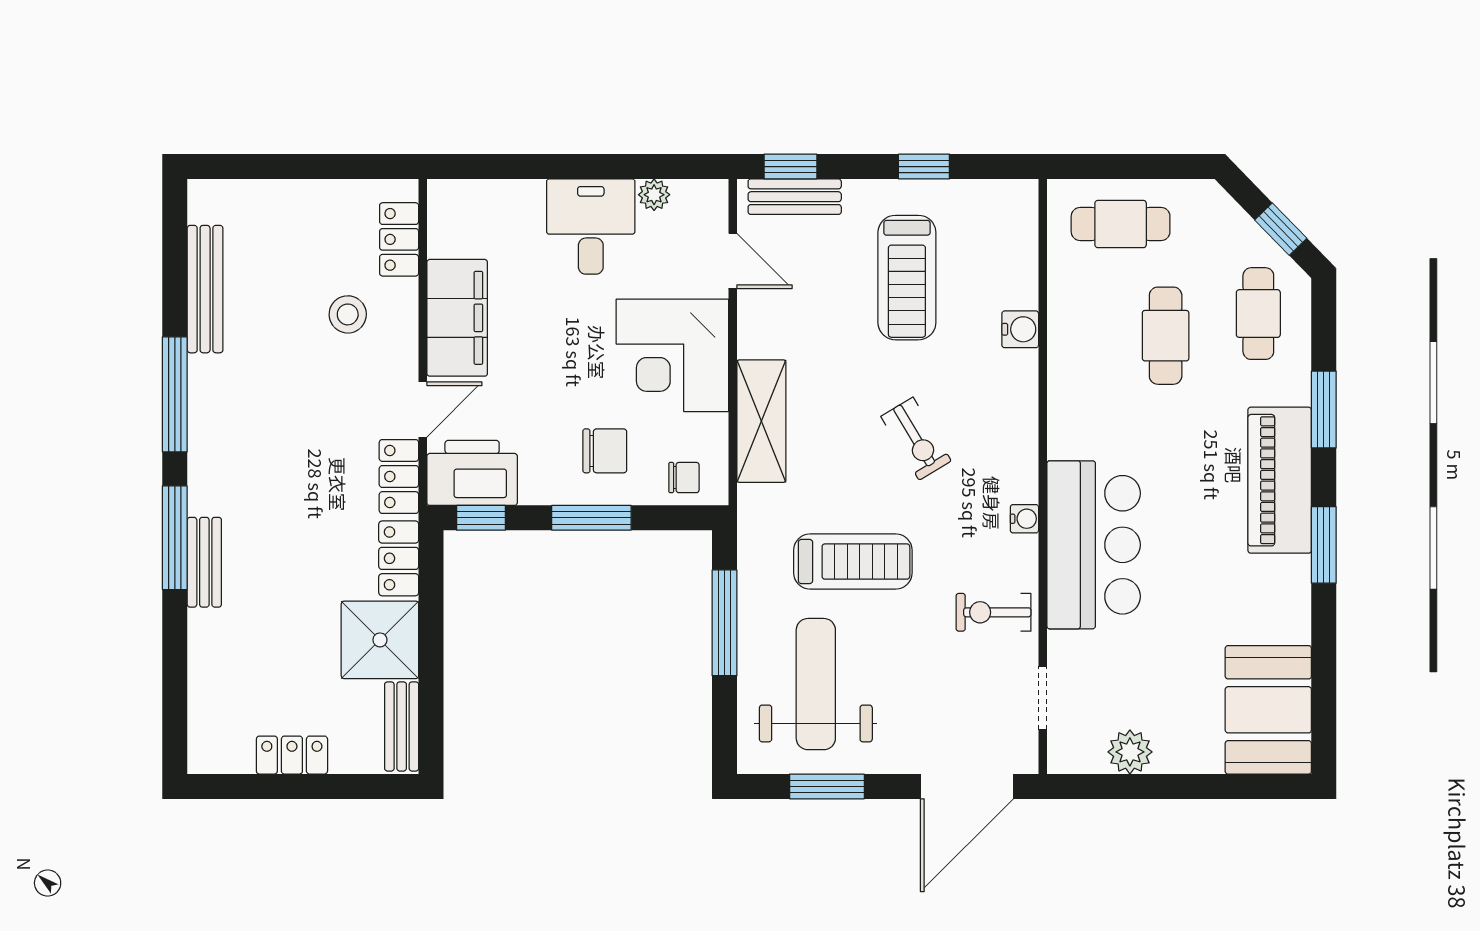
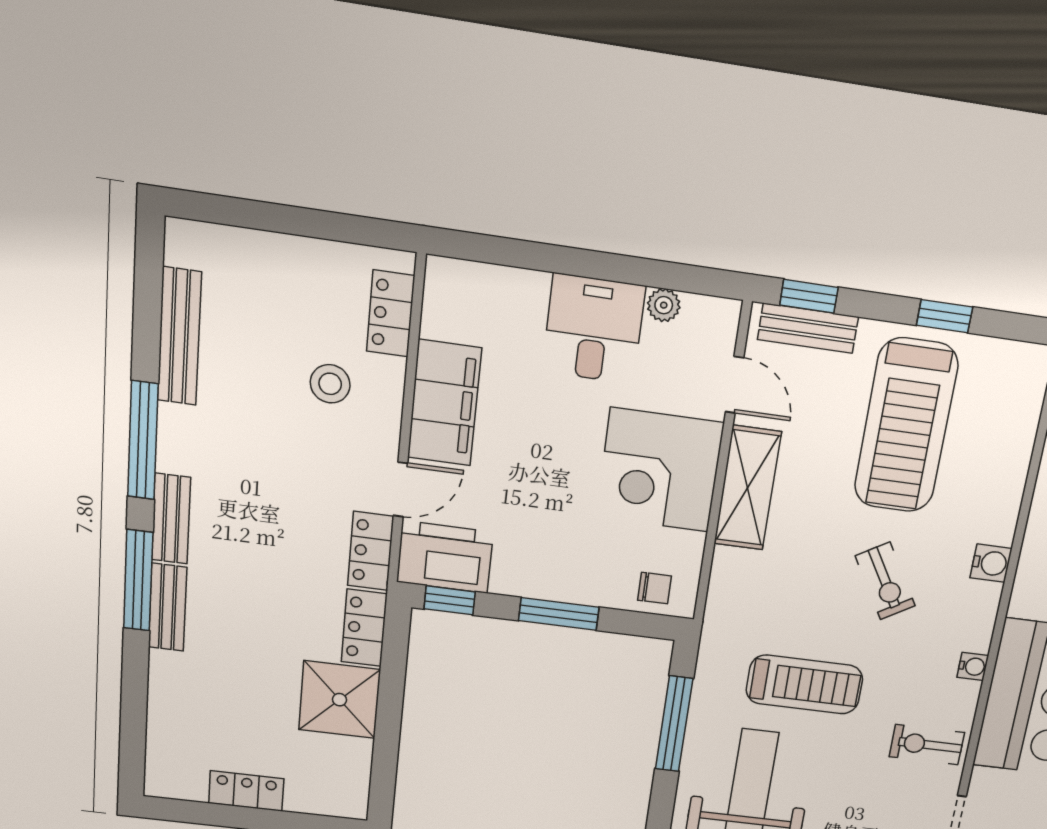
treadmill: (907, 278) -> (906, 426), width x1.37, depth x1.38
water cooler: (1020, 329) -> (991, 563), moved
shelving: (761, 421) -> (748, 488), moved
chair: (605, 451) -> (580, 553), removed
bench: (402, 726) -> (171, 519), moved

